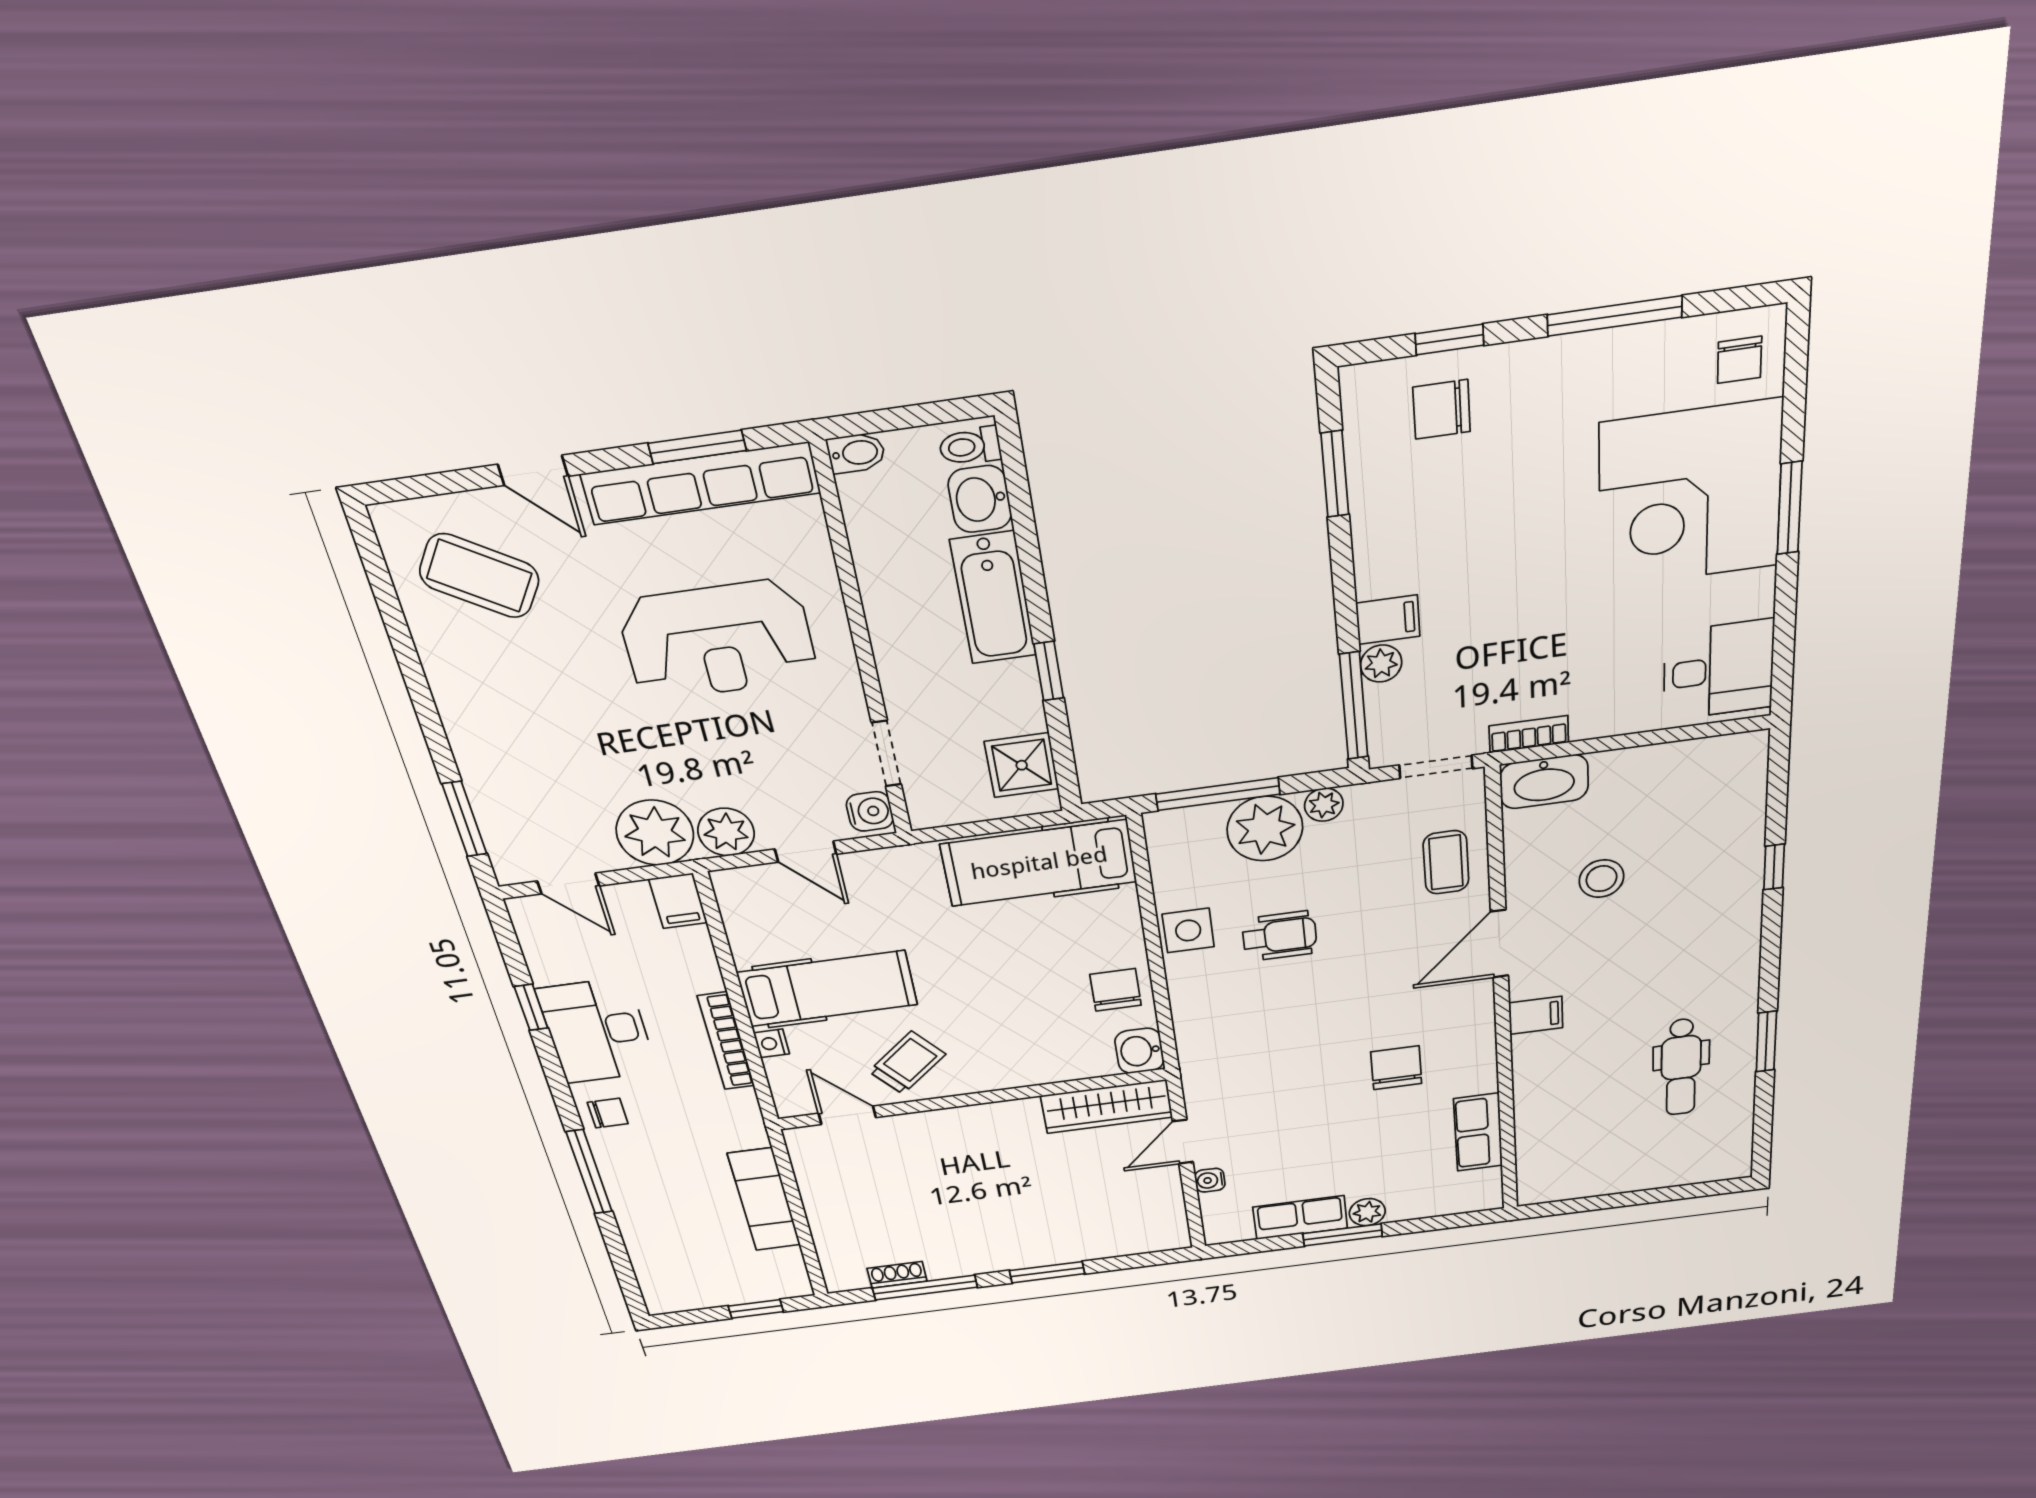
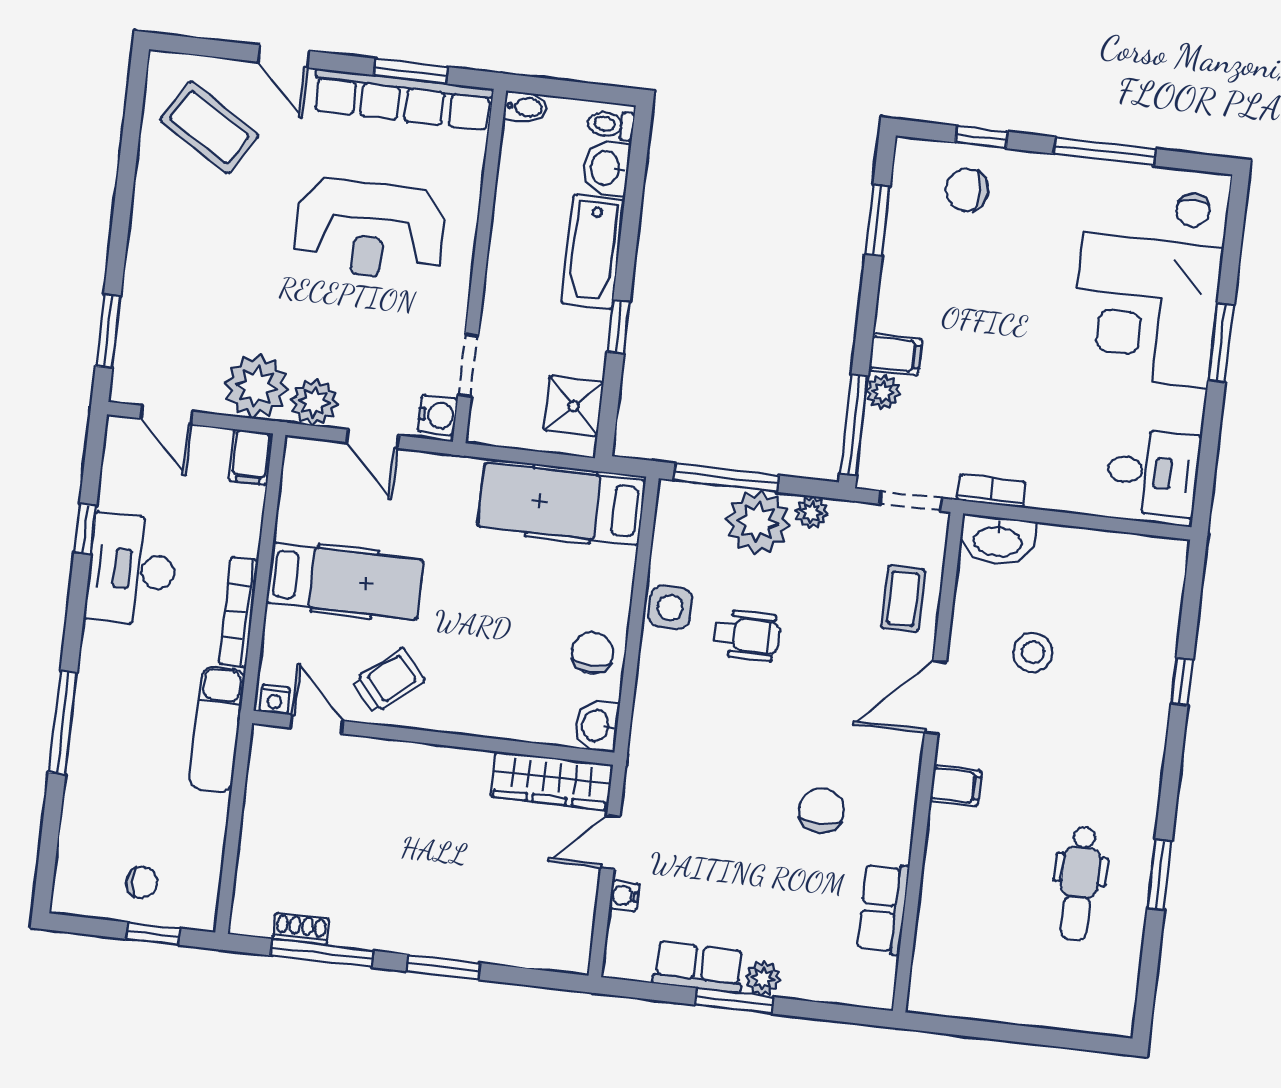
nightstand: (771, 1043) -> (275, 700), moved, turned -90
chair: (608, 1113) -> (142, 882), moved
exam couch: (764, 1200) -> (217, 729), moved

